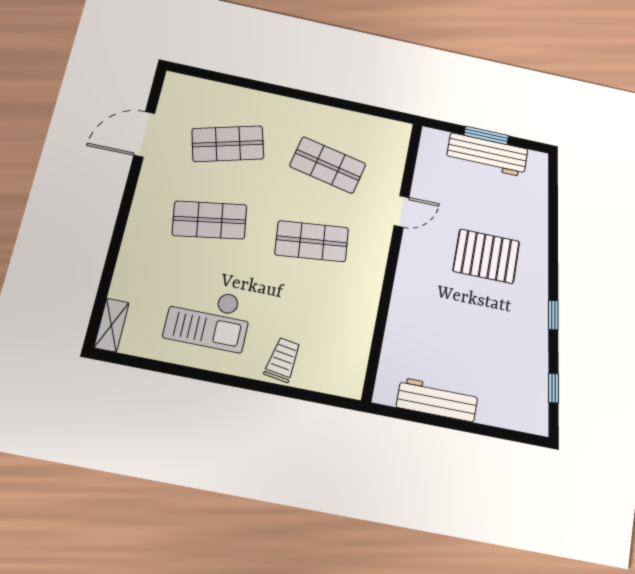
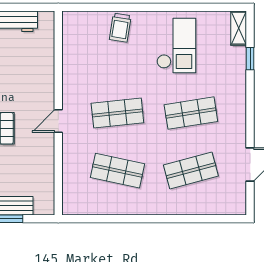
door: (402, 211) -> (58, 121), moved
window: (106, 278) -> (250, 59), added
checkout: (208, 318) -> (176, 46), turned 90

